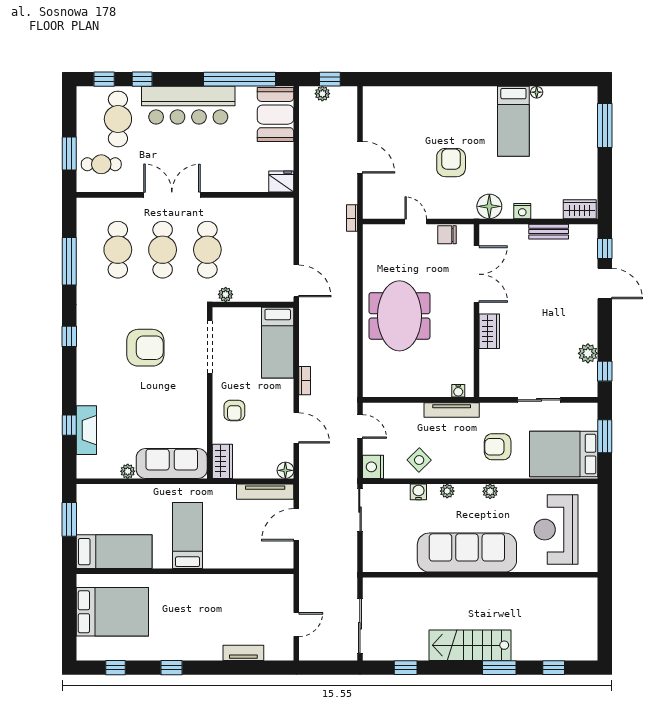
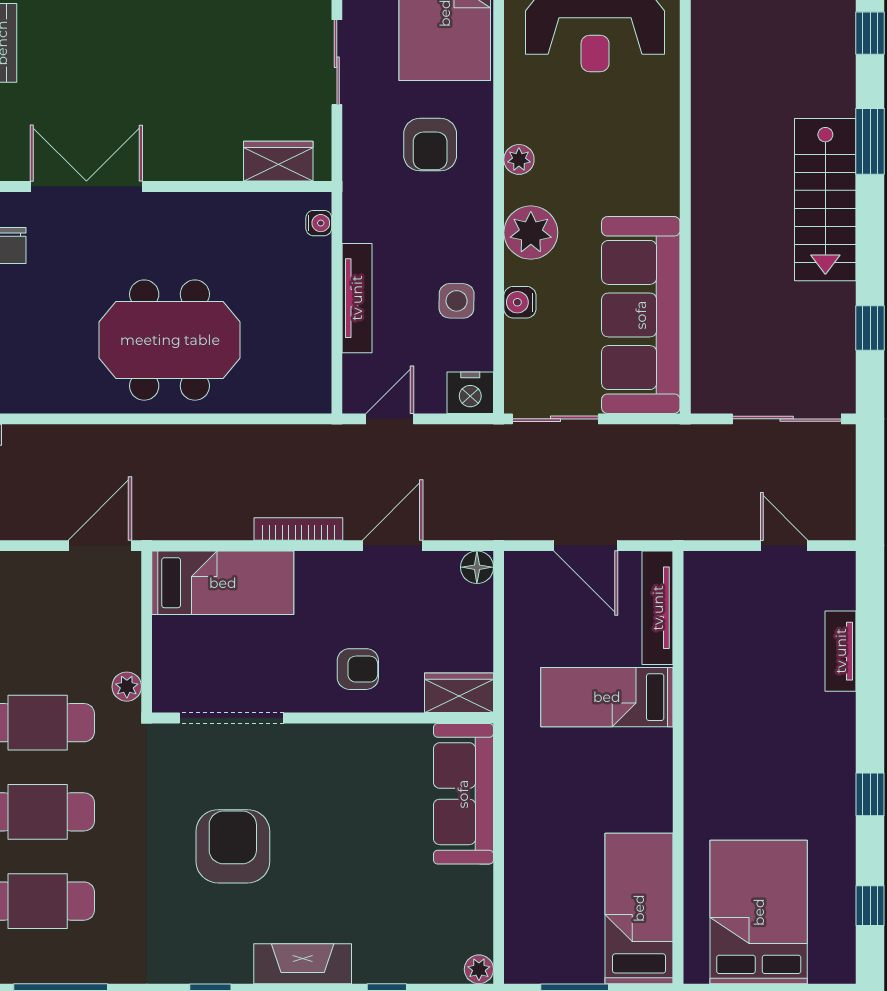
wardrobe: (489, 331) -> (278, 161), moved
bookcase: (305, 381) -> (298, 529), width x1.56
tv unit: (452, 410) -> (357, 298), moved
fireplace: (86, 430) -> (303, 964), moved
side table: (419, 460) -> (457, 301), turned 45
plant: (128, 471) -> (479, 969), moved
plant: (447, 491) -> (531, 233), width x1.88, depth x1.88
tv unit: (265, 492) -> (658, 608), moved, turned 180
bed: (188, 535) -> (607, 697), moved
sofa: (467, 553) -> (641, 315), moved

